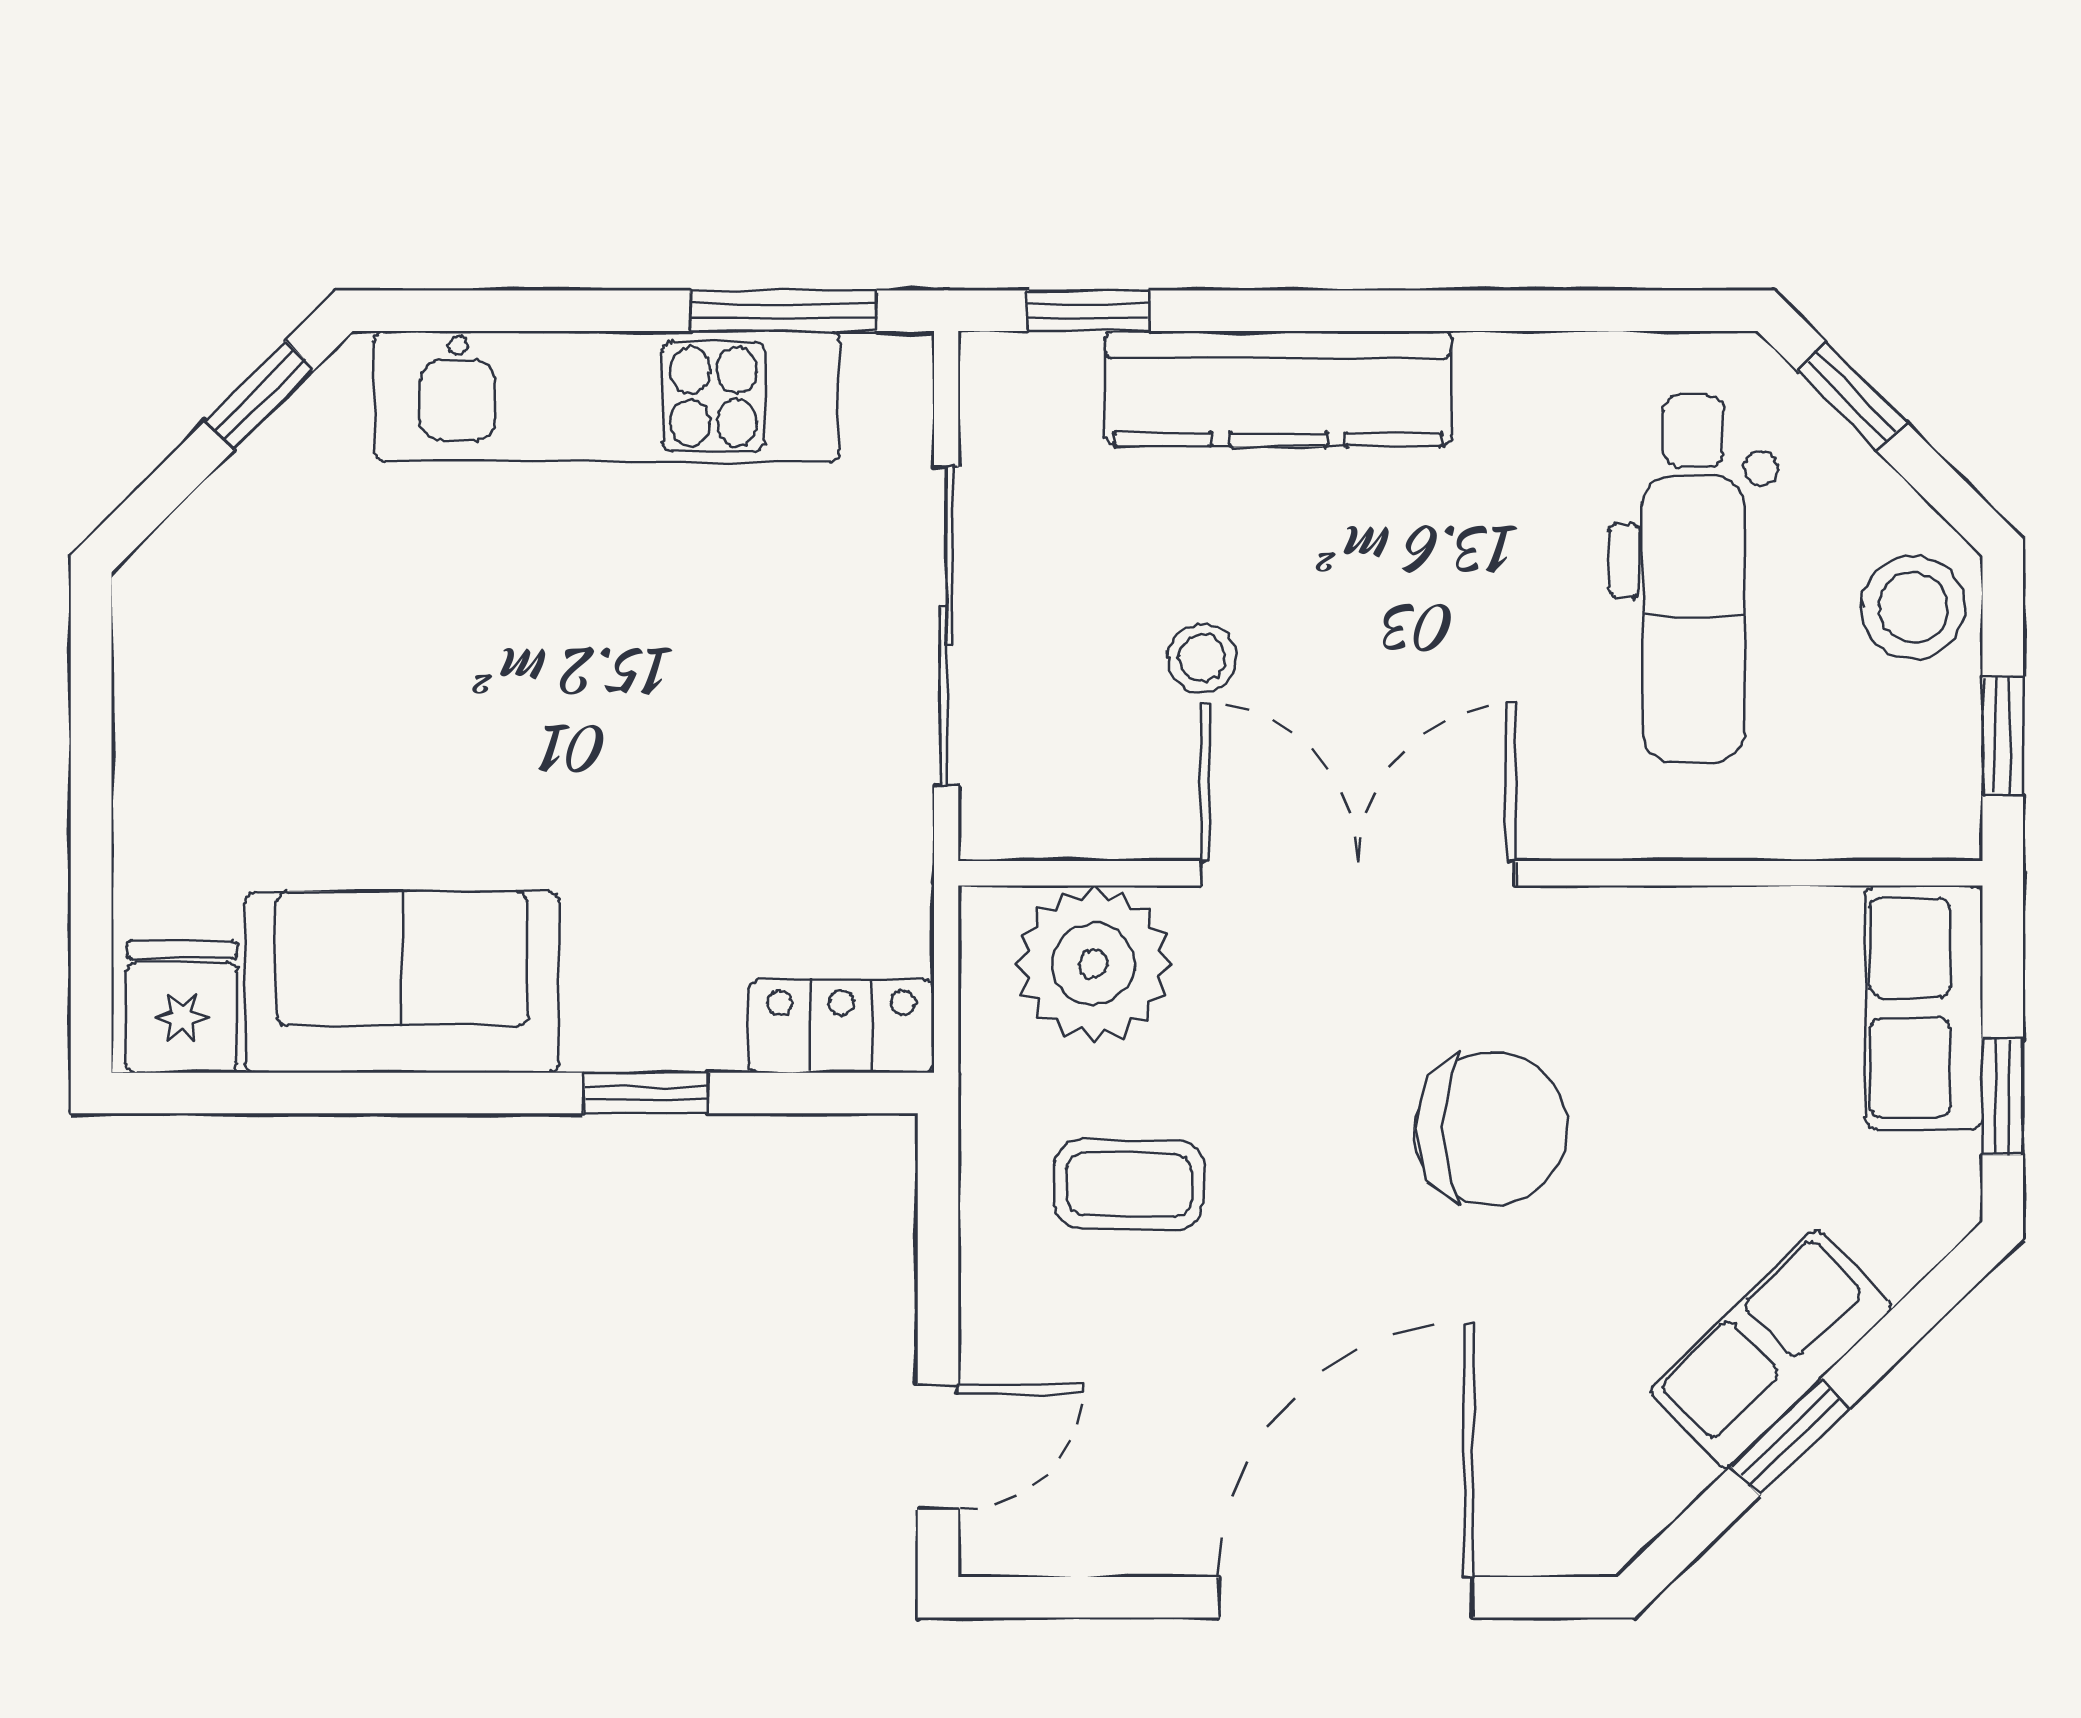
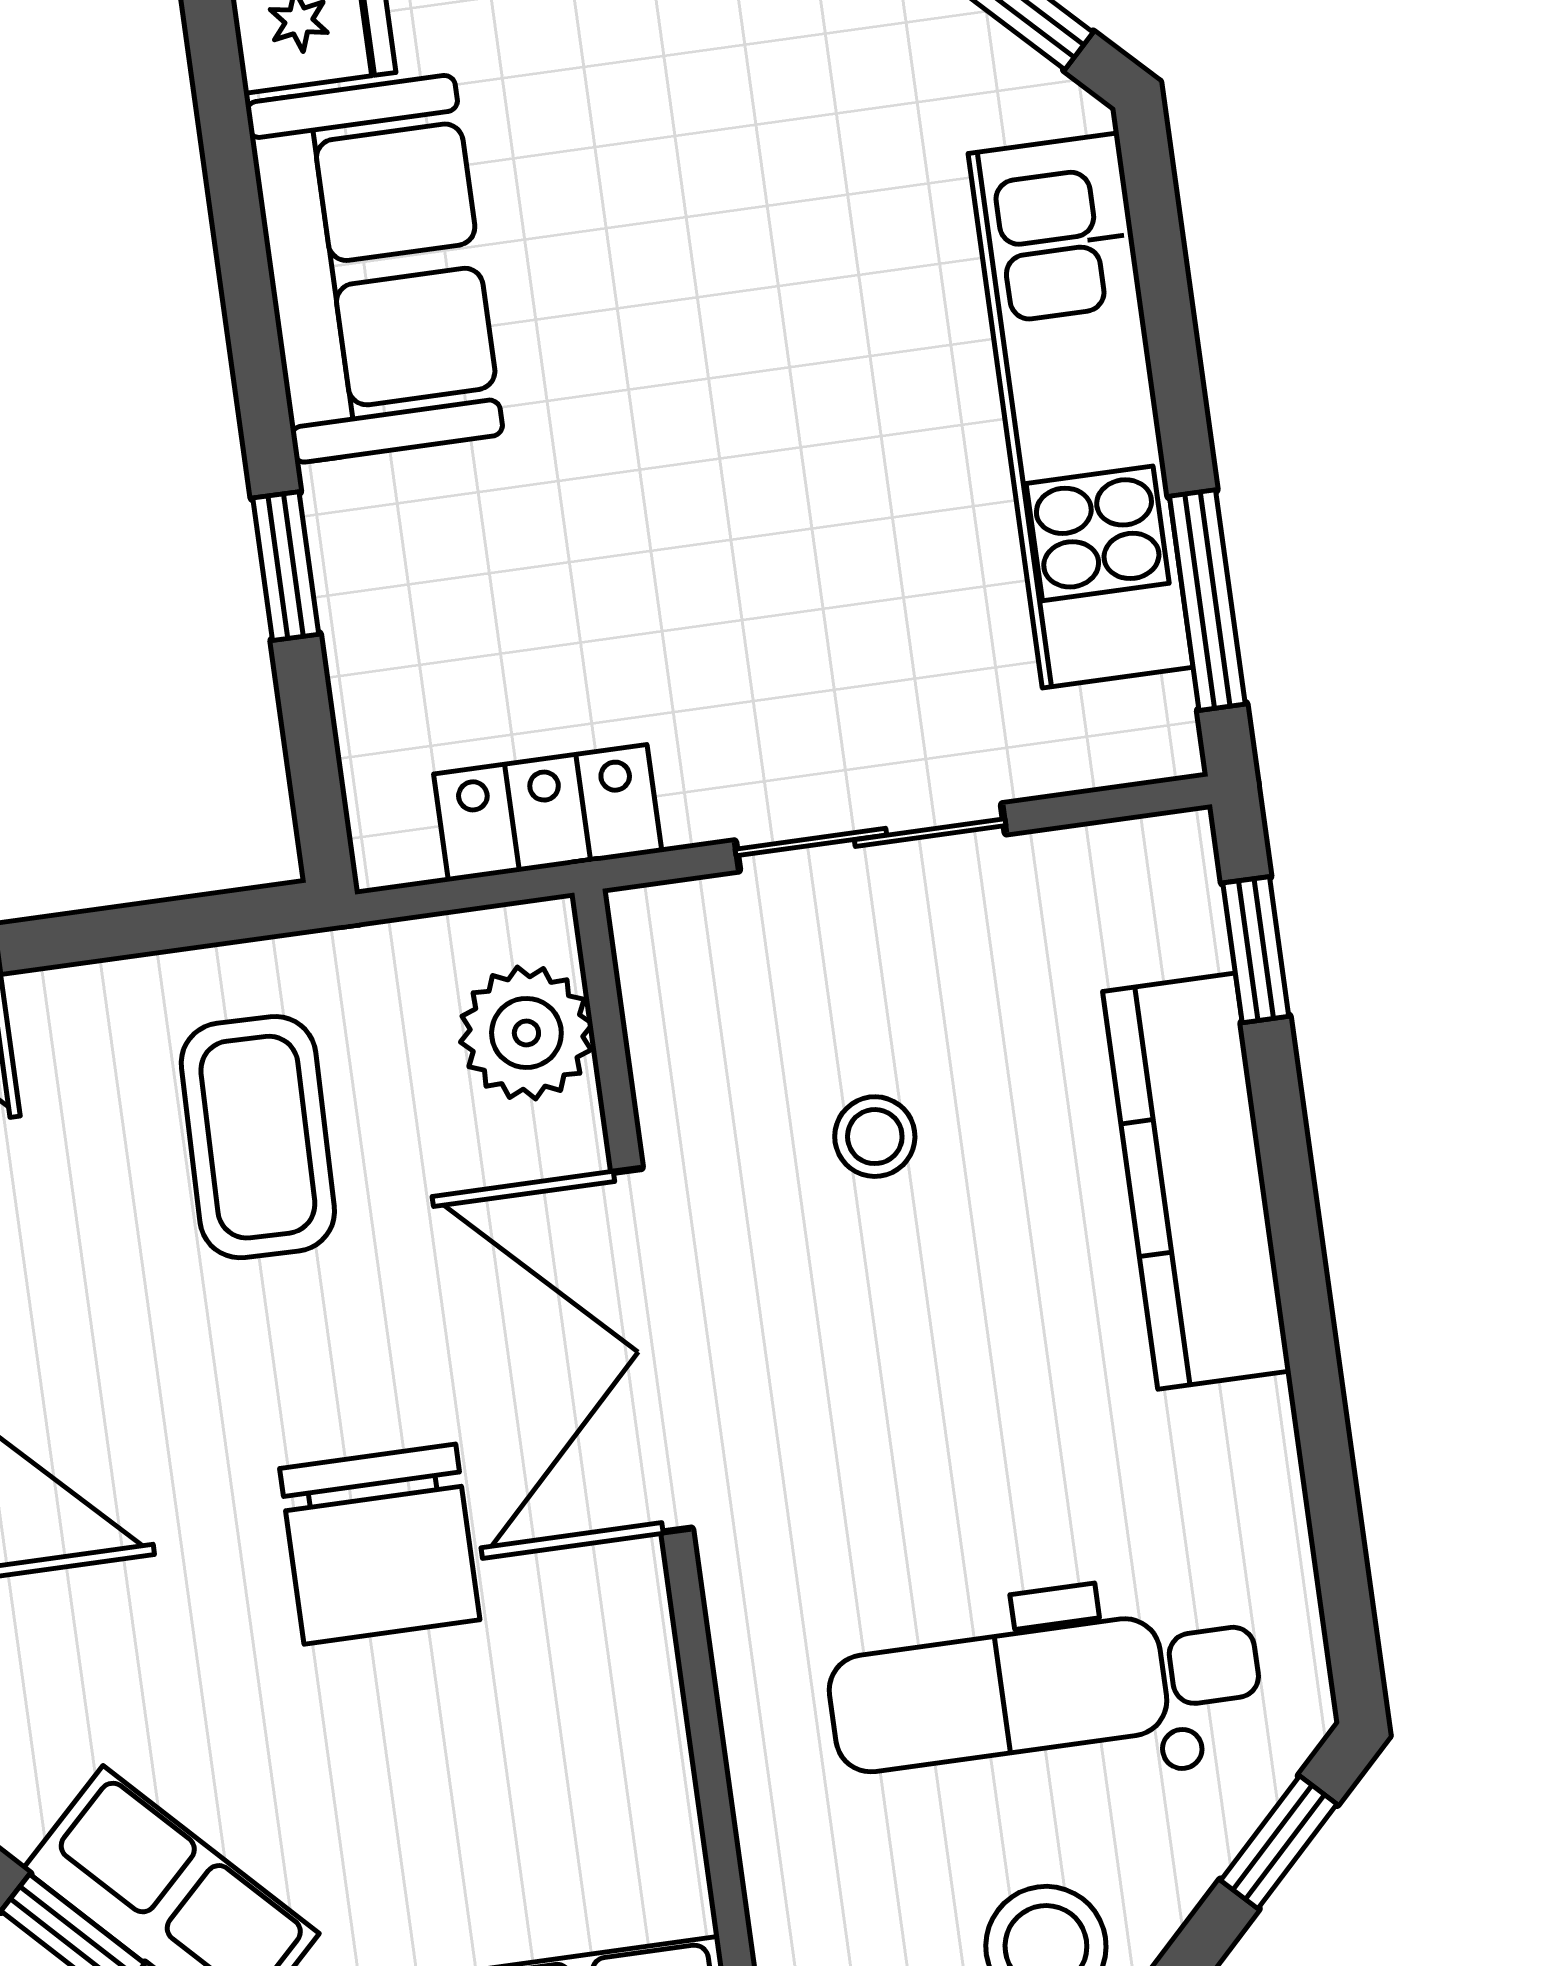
sliding door: (946, 626) -> (870, 837), width x0.73
double door: (1358, 873) -> (652, 1350), swing flipped
plant: (1093, 964) -> (526, 1033), width x0.73, depth x0.73
locker: (841, 1026) -> (548, 813), moved, turned -90
coffee table: (1129, 1184) -> (258, 1137), width x1.36, depth x1.30

